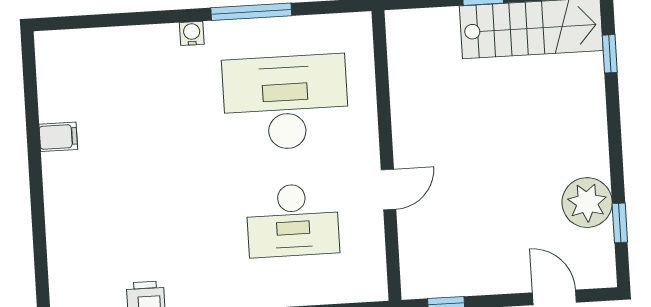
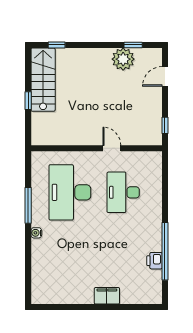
filing cabinet: (58, 137) -> (107, 296), moved, width x2.00
desk: (293, 220) -> (123, 192), turned 180

